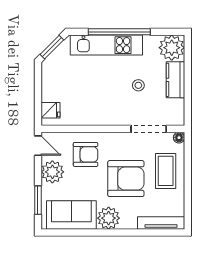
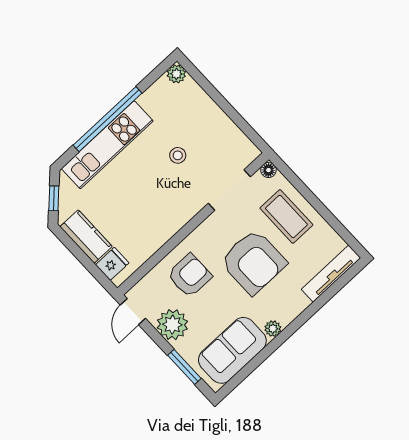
window: (52, 47) -> (54, 198), width x0.67
plant: (172, 48) -> (176, 74), width x0.53, depth x0.53
kitchen counter: (175, 80) -> (86, 237), moved, turned 180
door: (38, 146) -> (133, 312), swing flipped
armchair: (126, 179) -> (253, 262), turned 90
plant: (109, 218) -> (273, 329), width x0.53, depth x0.53

